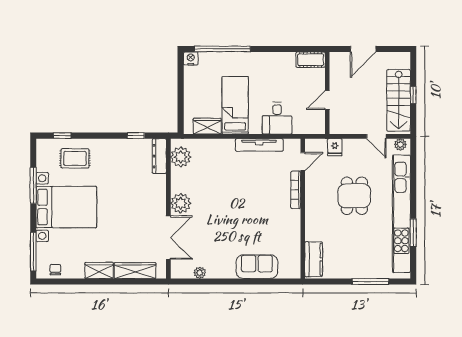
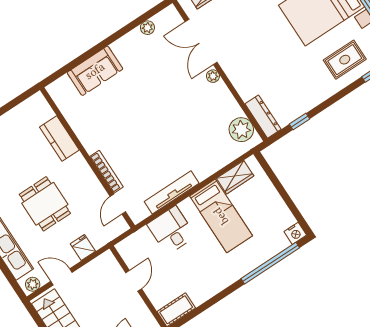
fridge: (335, 147) -> (83, 247), moved
plant: (181, 203) -> (213, 76), width x0.53, depth x0.53
kitchen counter: (314, 259) -> (59, 138), moved

